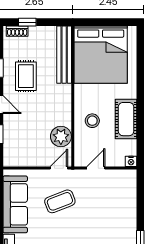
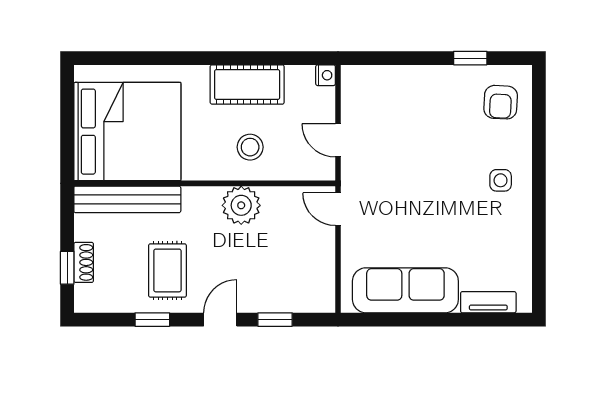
shoe rack: (17, 31) -> (84, 262), moved
rug: (26, 76) -> (167, 270), turned 90
plant: (61, 137) -> (241, 205), moved
coffee table: (60, 201) -> (400, 207), removed

